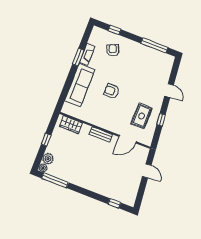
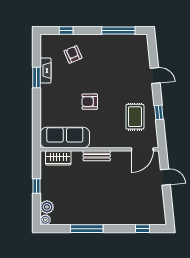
sofa: (80, 85) -> (65, 138), moved, turned -90
door: (128, 139) -> (142, 149), moved
window: (55, 180) -> (87, 229), moved

